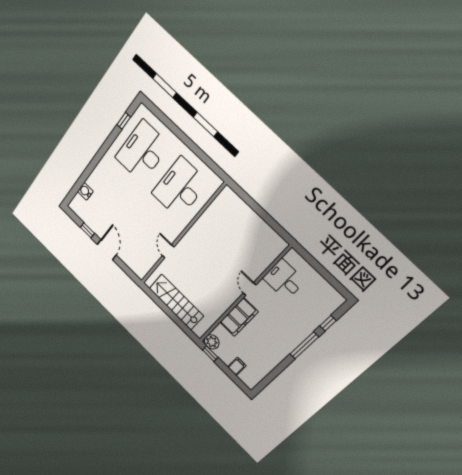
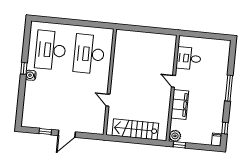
window: (124, 121) -> (24, 68), moved
water cooler: (85, 191) -> (31, 75), moved
door: (107, 250) -> (67, 134), swing flipped
window: (328, 323) -> (225, 128), moved
filing cabinet: (237, 366) -> (217, 140), moved

